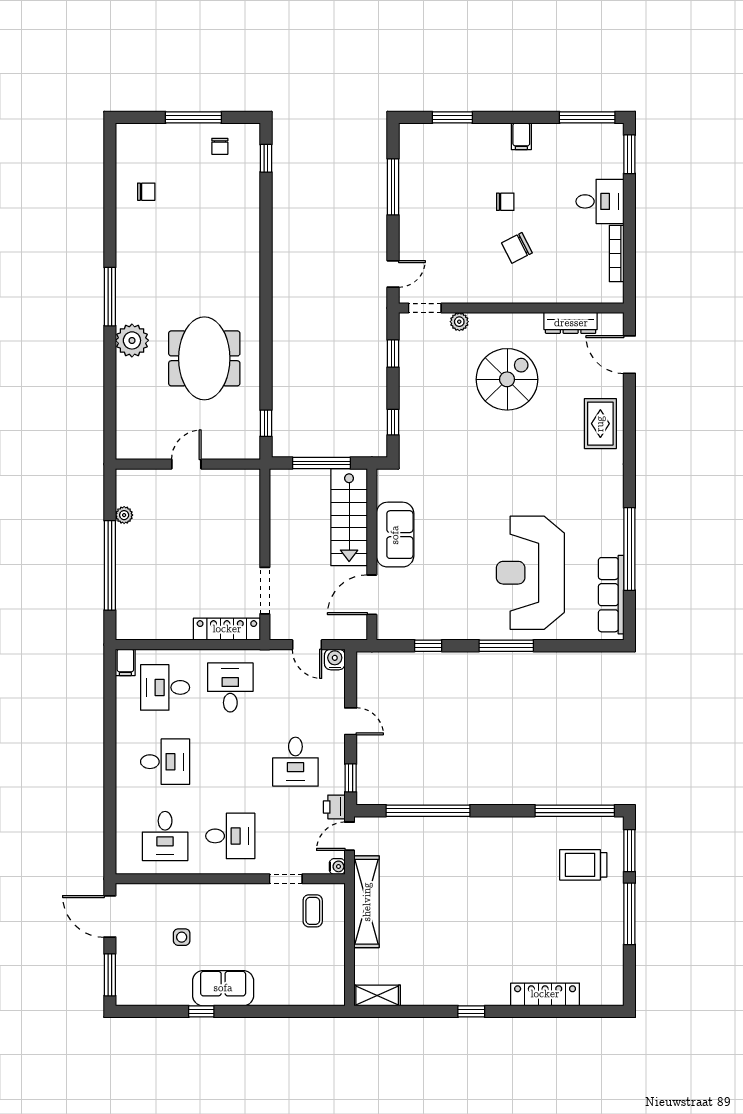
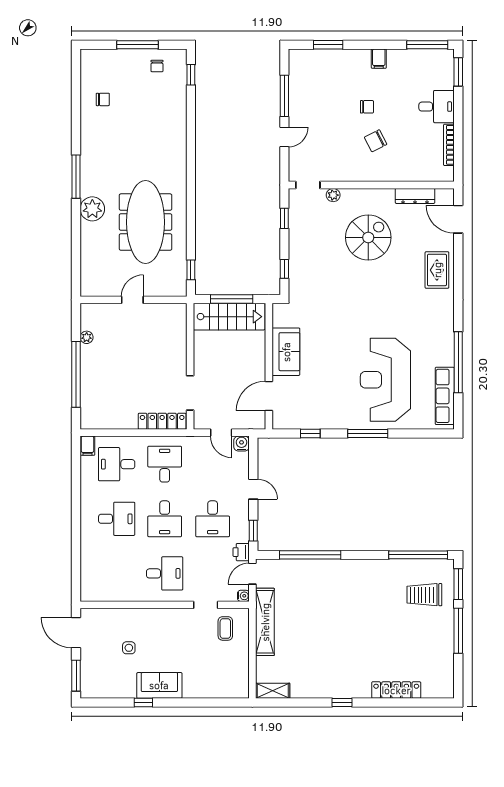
door: (393, 274) -> (284, 137), moved
meeting table: (204, 358) -> (146, 222), width x1.36
stairs: (349, 517) -> (229, 317), moved, turned -90
desk: (165, 836) -> (165, 519), moved

